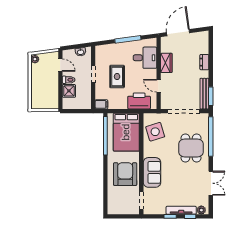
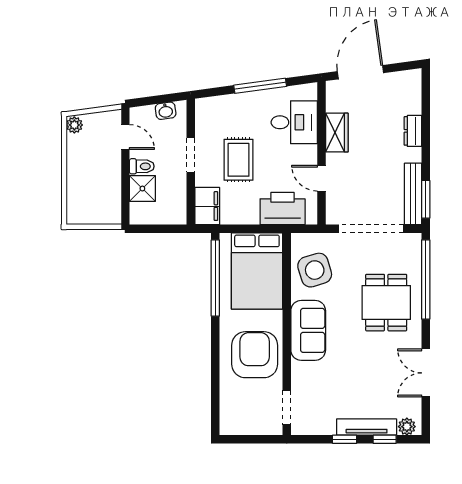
filing cabinet: (101, 104) -> (207, 206), width x2.00
sofa: (152, 172) -> (308, 330), moved
double door: (211, 183) -> (426, 373), swing flipped

